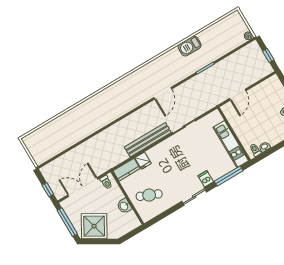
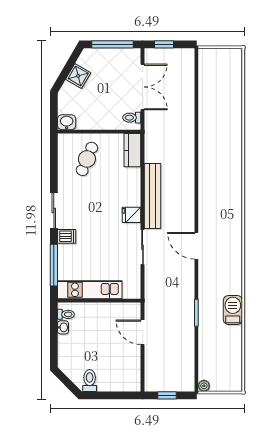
fridge: (143, 161) -> (132, 215), moved
washbasin: (124, 206) -> (67, 122), moved
shower: (94, 226) -> (78, 76), width x0.54, depth x0.54

